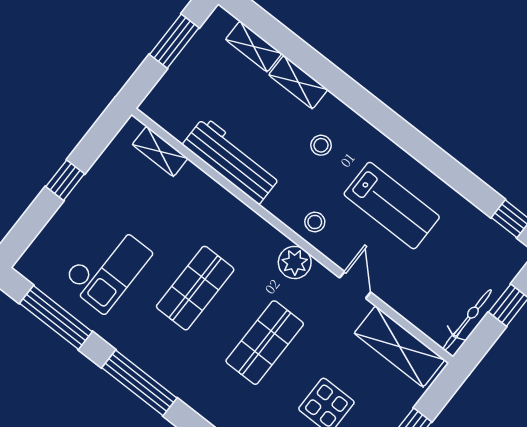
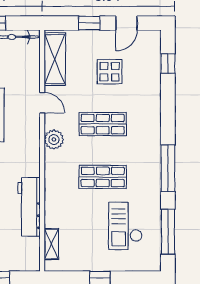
stool: (315, 222) -> (27, 145), removed
checkout: (107, 267) -> (125, 226), turned -90
door: (355, 285) -> (42, 103), swing flipped

